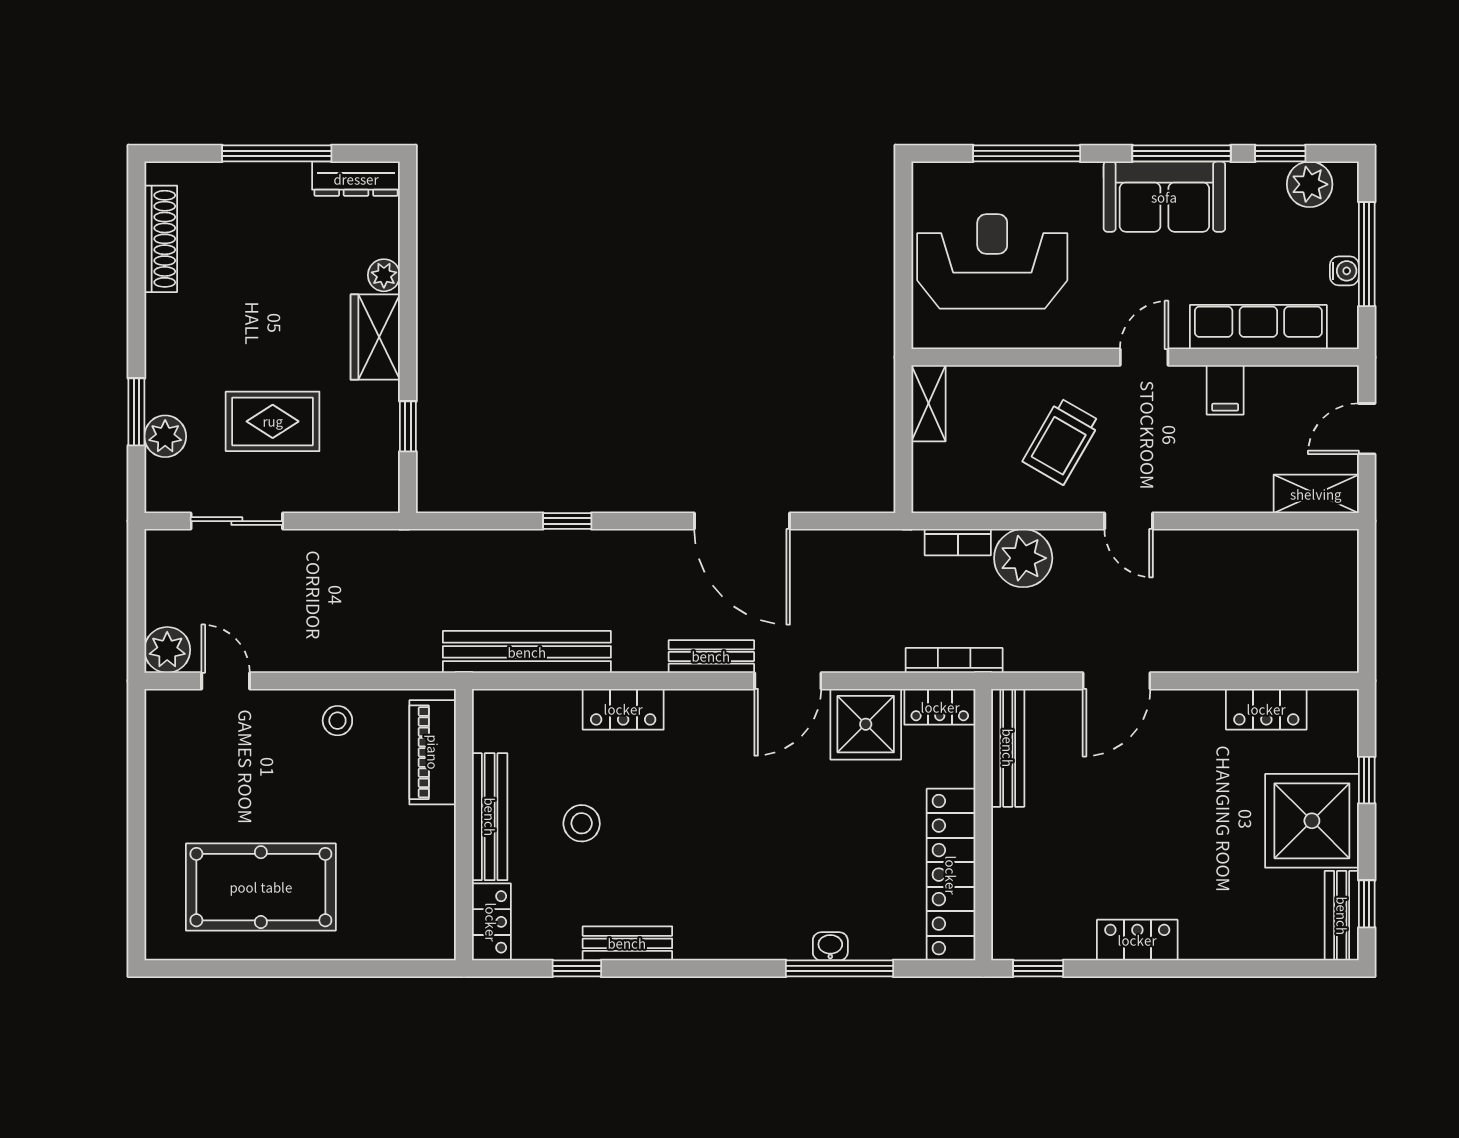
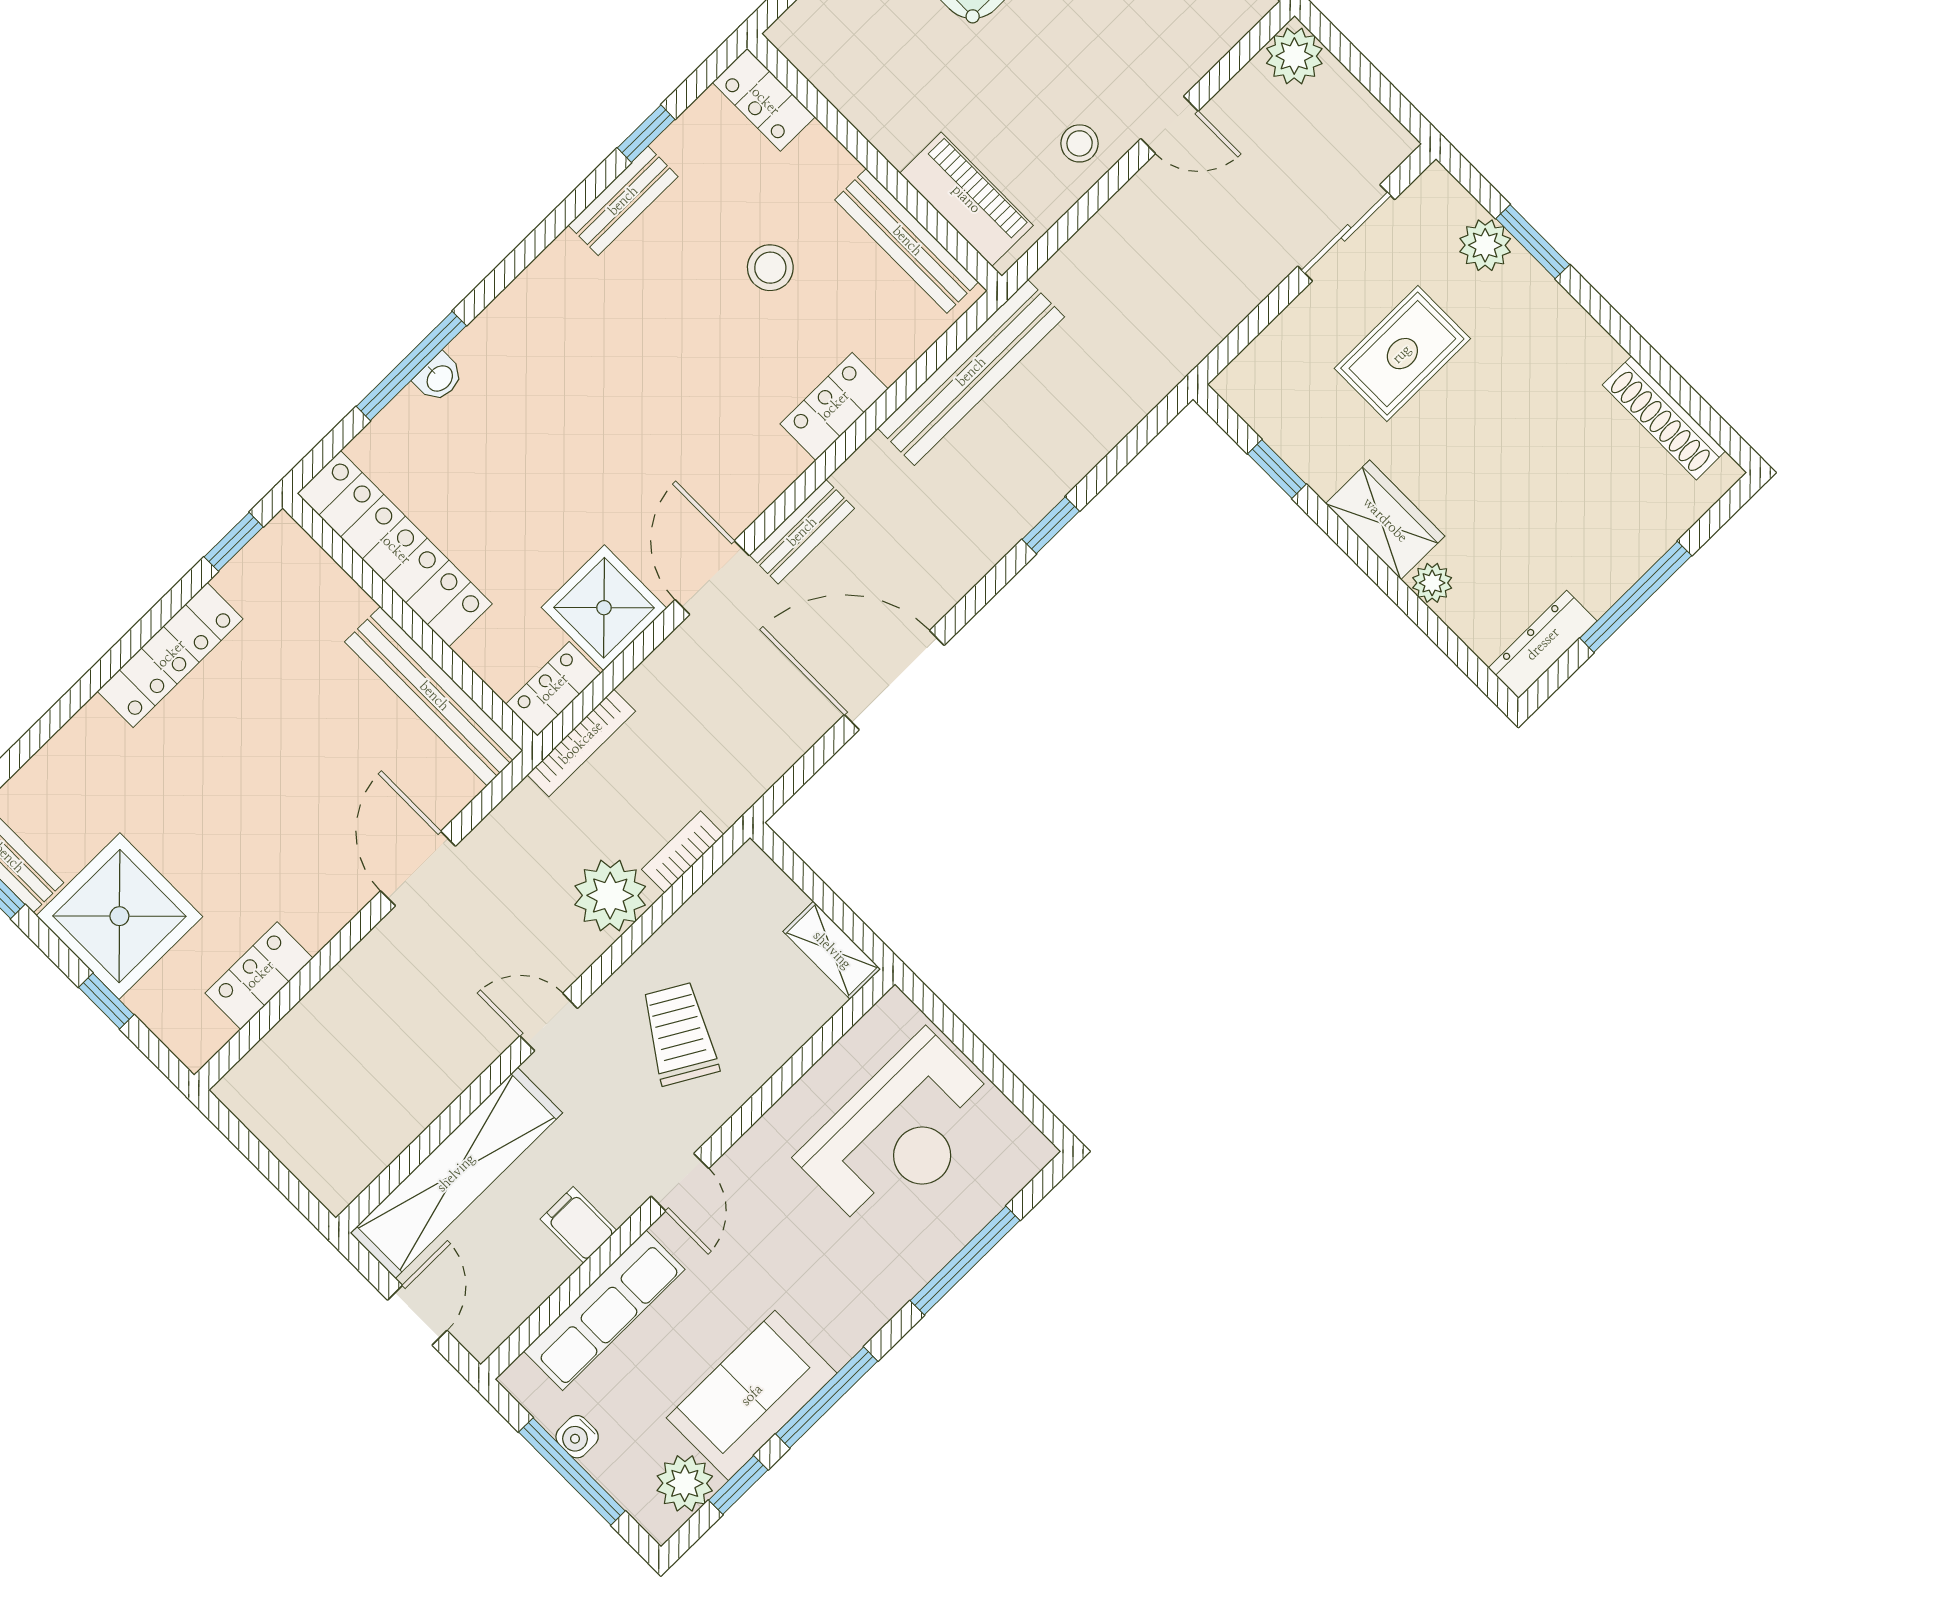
sofa: (1164, 197) -> (752, 1395), moved
shelving: (1316, 494) -> (456, 1173), width x2.20, depth x1.33
door: (226, 681) -> (1170, 125), moved
bench: (1008, 748) -> (434, 696), width x1.37, depth x1.21
bench: (490, 817) -> (907, 241), moved
locker: (1137, 940) -> (170, 655), width x1.53

